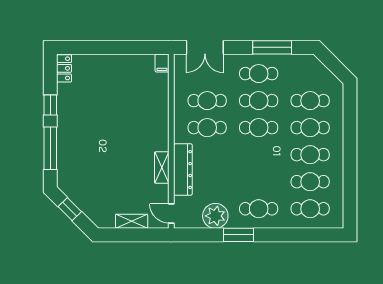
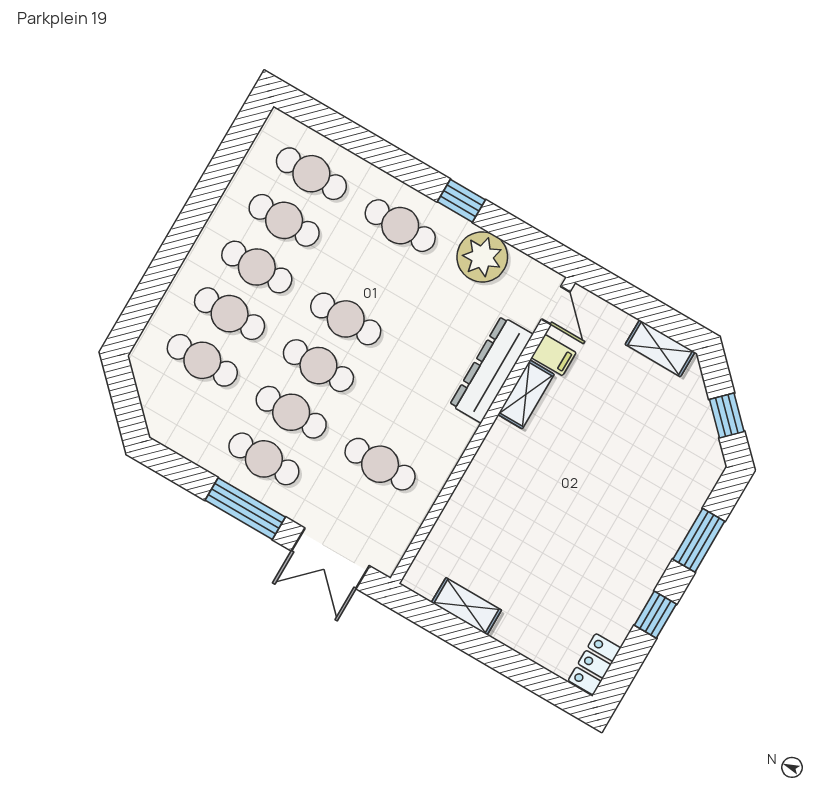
double door: (205, 47) -> (330, 558), swing flipped
window: (272, 47) -> (245, 509), moved
shelving: (134, 61) -> (466, 606), added
filing cabinet: (162, 63) -> (554, 355), moved, turned 90
cafe table: (207, 128) -> (346, 319), moved
window: (50, 148) -> (699, 540), width x0.69
shelving: (132, 221) -> (660, 348), moved
window: (238, 235) -> (461, 201), width x0.67

